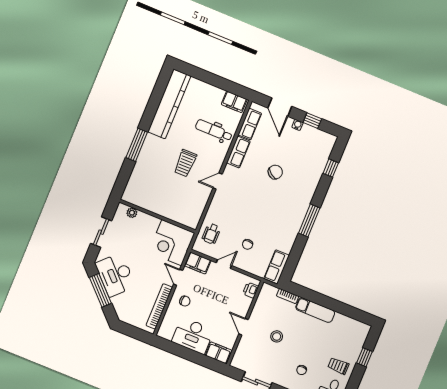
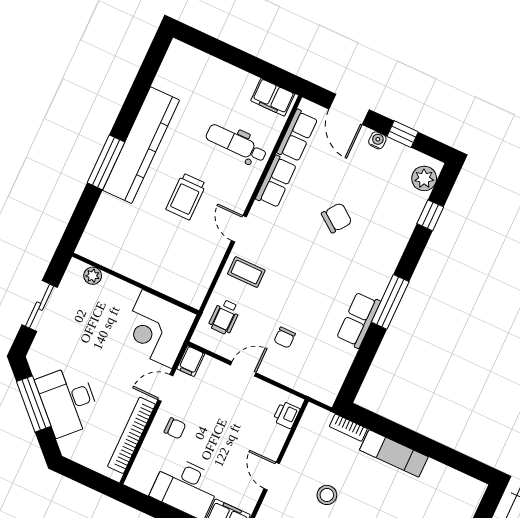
kitchen counter: (169, 104) -> (141, 145), moved
plant: (326, 146) -> (424, 178), added
door: (218, 181) -> (239, 229), hinge flipped
coffee table: (223, 207) -> (246, 272), added
filing cabinet: (198, 263) -> (191, 361), width x0.50
row of seats: (277, 267) -> (359, 320), moved
desk: (115, 275) -> (68, 401), moved
door: (178, 277) -> (165, 388), hinge flipped

